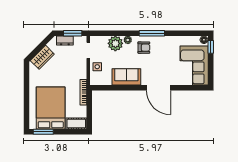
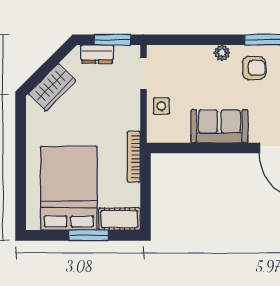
plant: (115, 43) -> (197, 60), removed
window: (43, 132) -> (89, 235), moved

